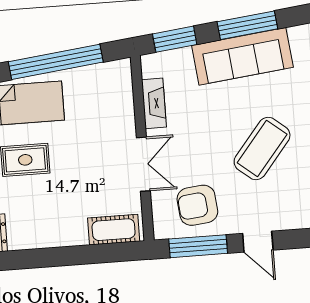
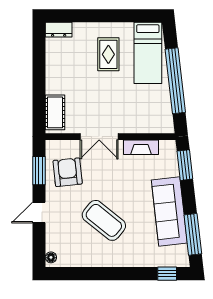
window: (247, 25) -> (193, 234), moved
window: (198, 246) -> (39, 171), width x0.69

